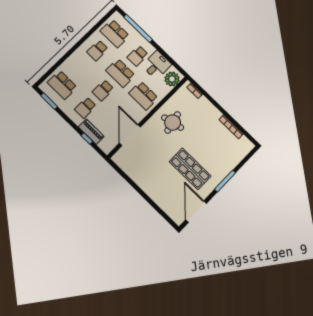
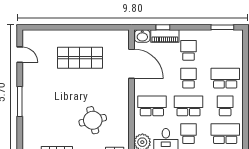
school desk: (62, 85) -> (225, 78), moved
round table: (173, 123) -> (93, 120), moved
washbasin: (106, 146) -> (142, 36), added
shop shelf: (190, 169) -> (80, 58), moved
door: (196, 212) -> (20, 55), width x0.53

